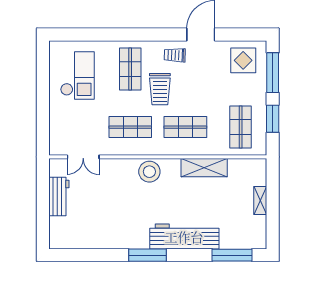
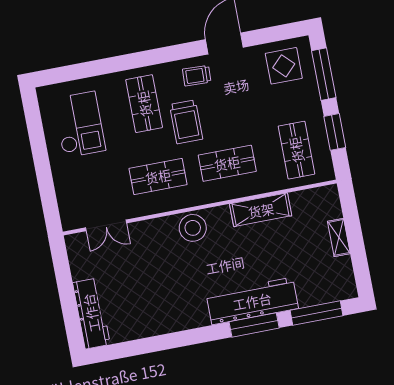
workbench: (59, 196) -> (91, 313), moved, width x1.38
window: (148, 255) -> (254, 325), moved

